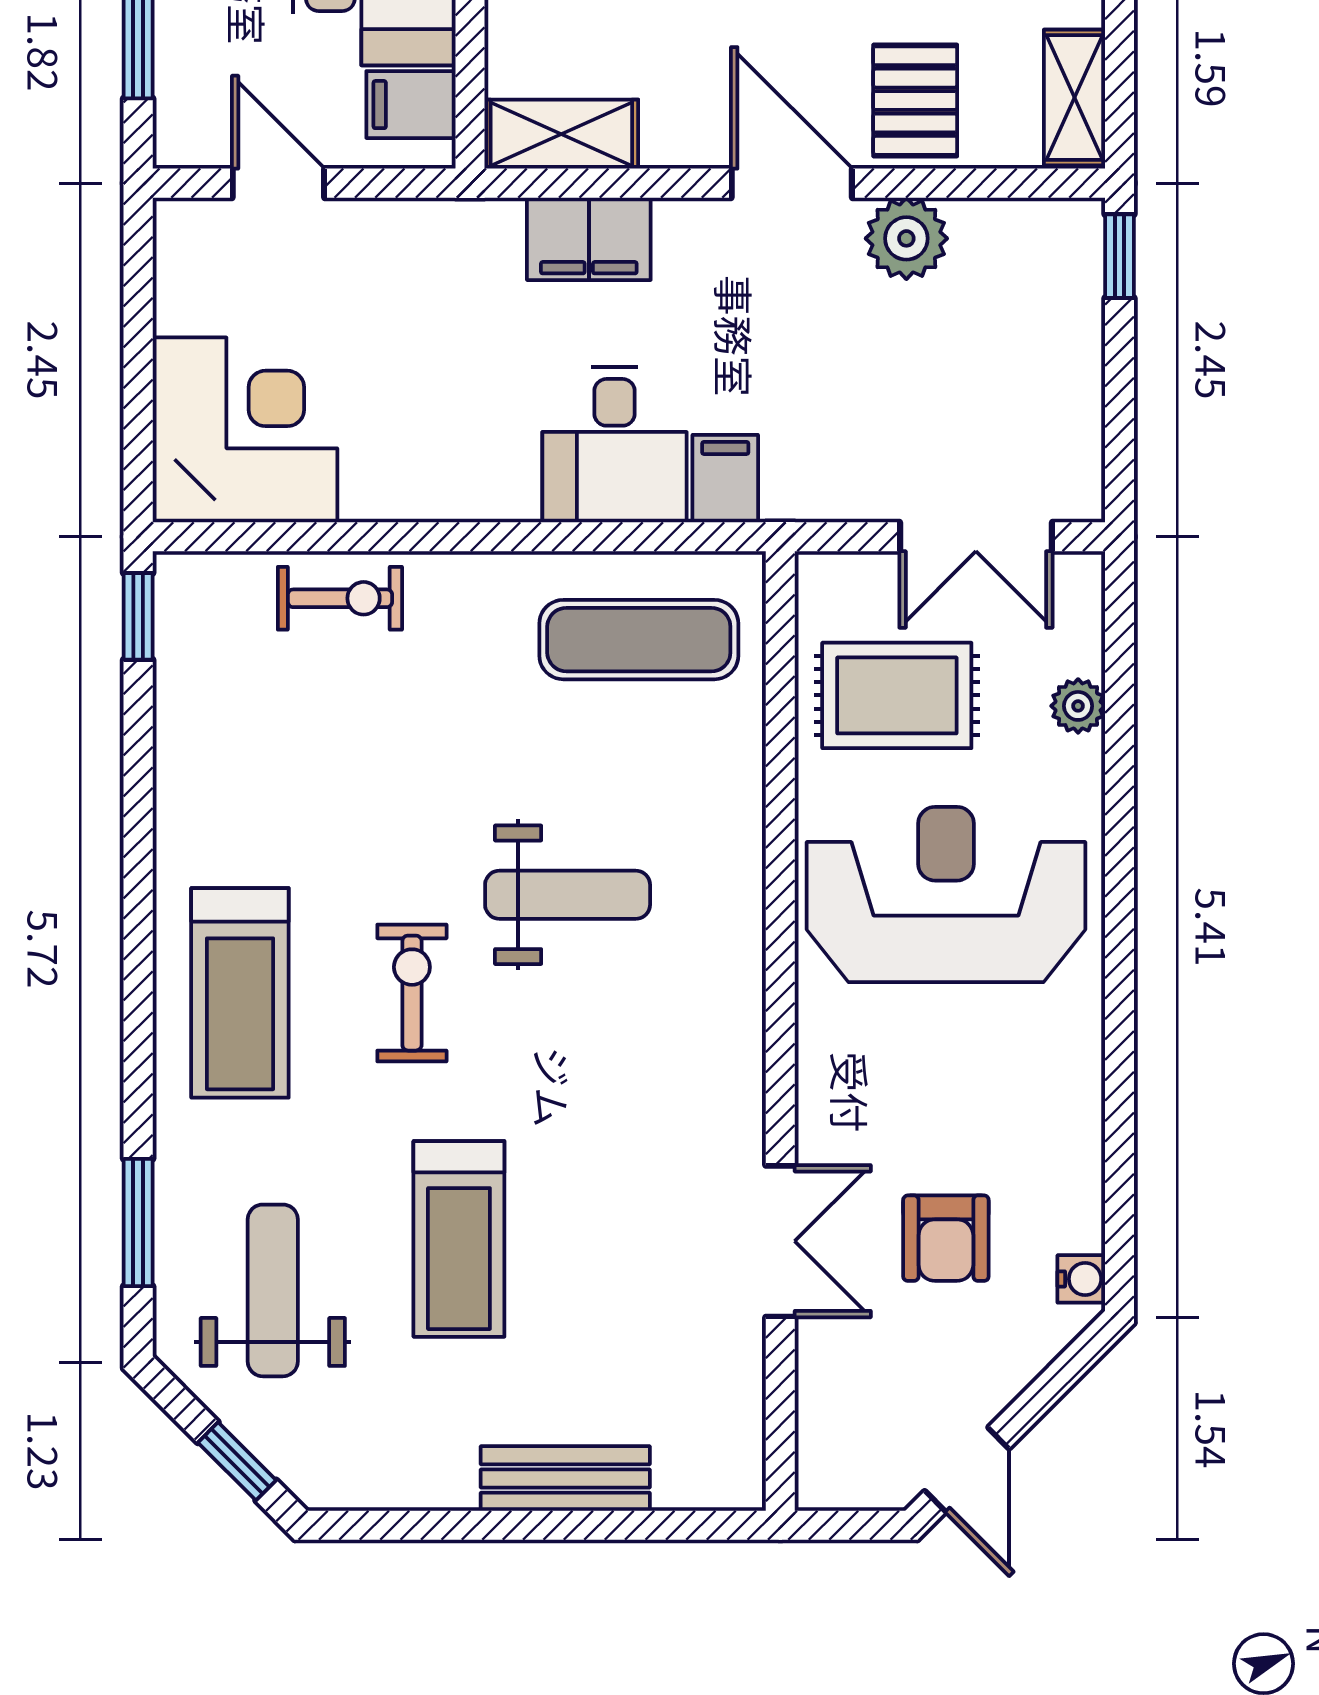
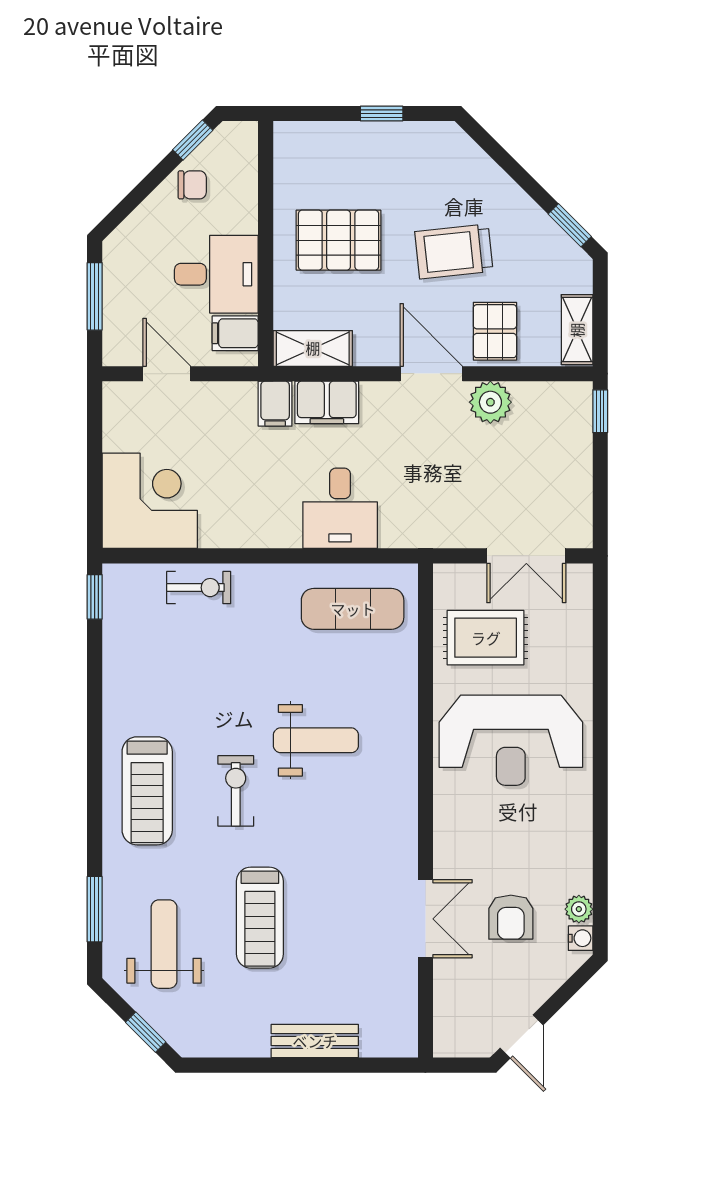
filing cabinet: (725, 479) -> (275, 404), moved, turned 180
plant: (1078, 706) -> (579, 909), moved
reception desk: (946, 895) -> (511, 740), turned 180

